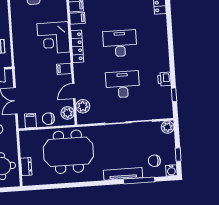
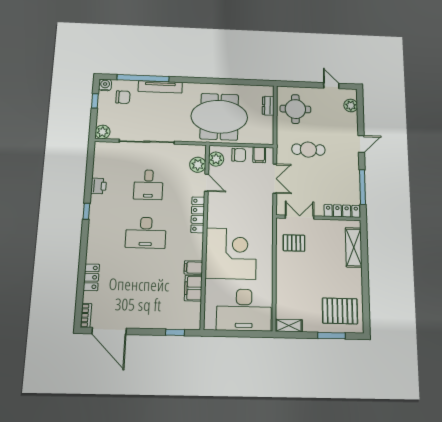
corner desk: (53, 38) -> (231, 254), width x1.36, depth x1.36
locker: (77, 46) -> (198, 215), moved
filing cabinet: (64, 69) -> (215, 209), removed
desk: (123, 84) -> (148, 185), width x0.73
door: (74, 91) -> (206, 183), hinge flipped
window: (174, 95) -> (86, 211), moved
window: (139, 180) -> (143, 78), width x1.46

